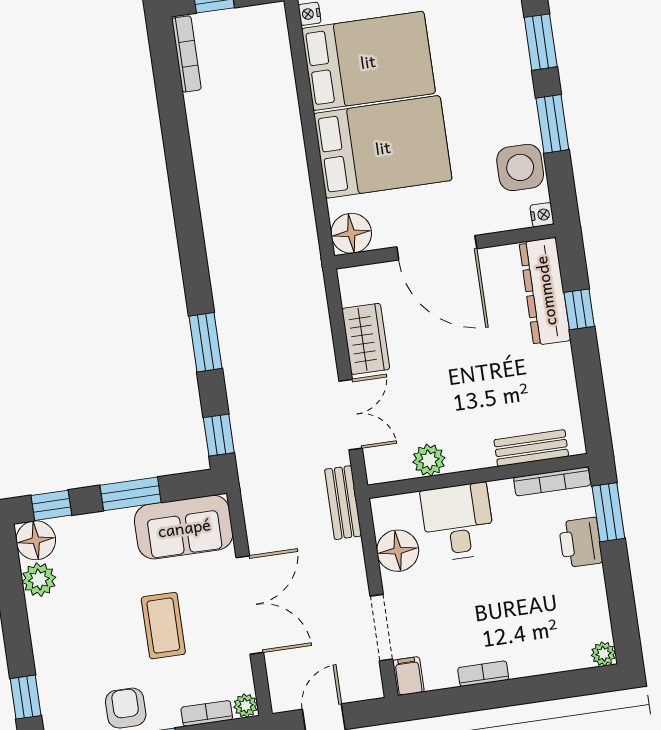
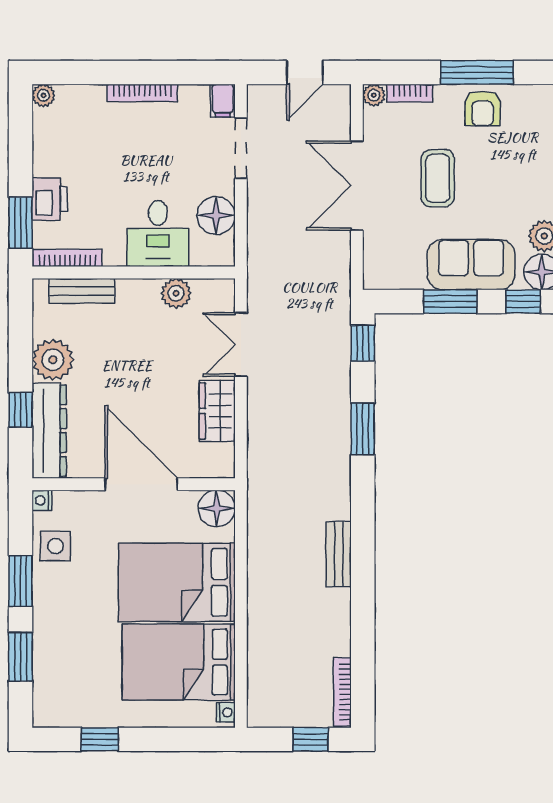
side table: (520, 167) -> (55, 546), width x0.73, depth x0.73
plant: (552, 369) -> (53, 360), added
bench: (343, 503) -> (339, 554), moved
sofa: (184, 527) -> (471, 265), moved
bookcase: (483, 674) -> (142, 93), width x1.56

